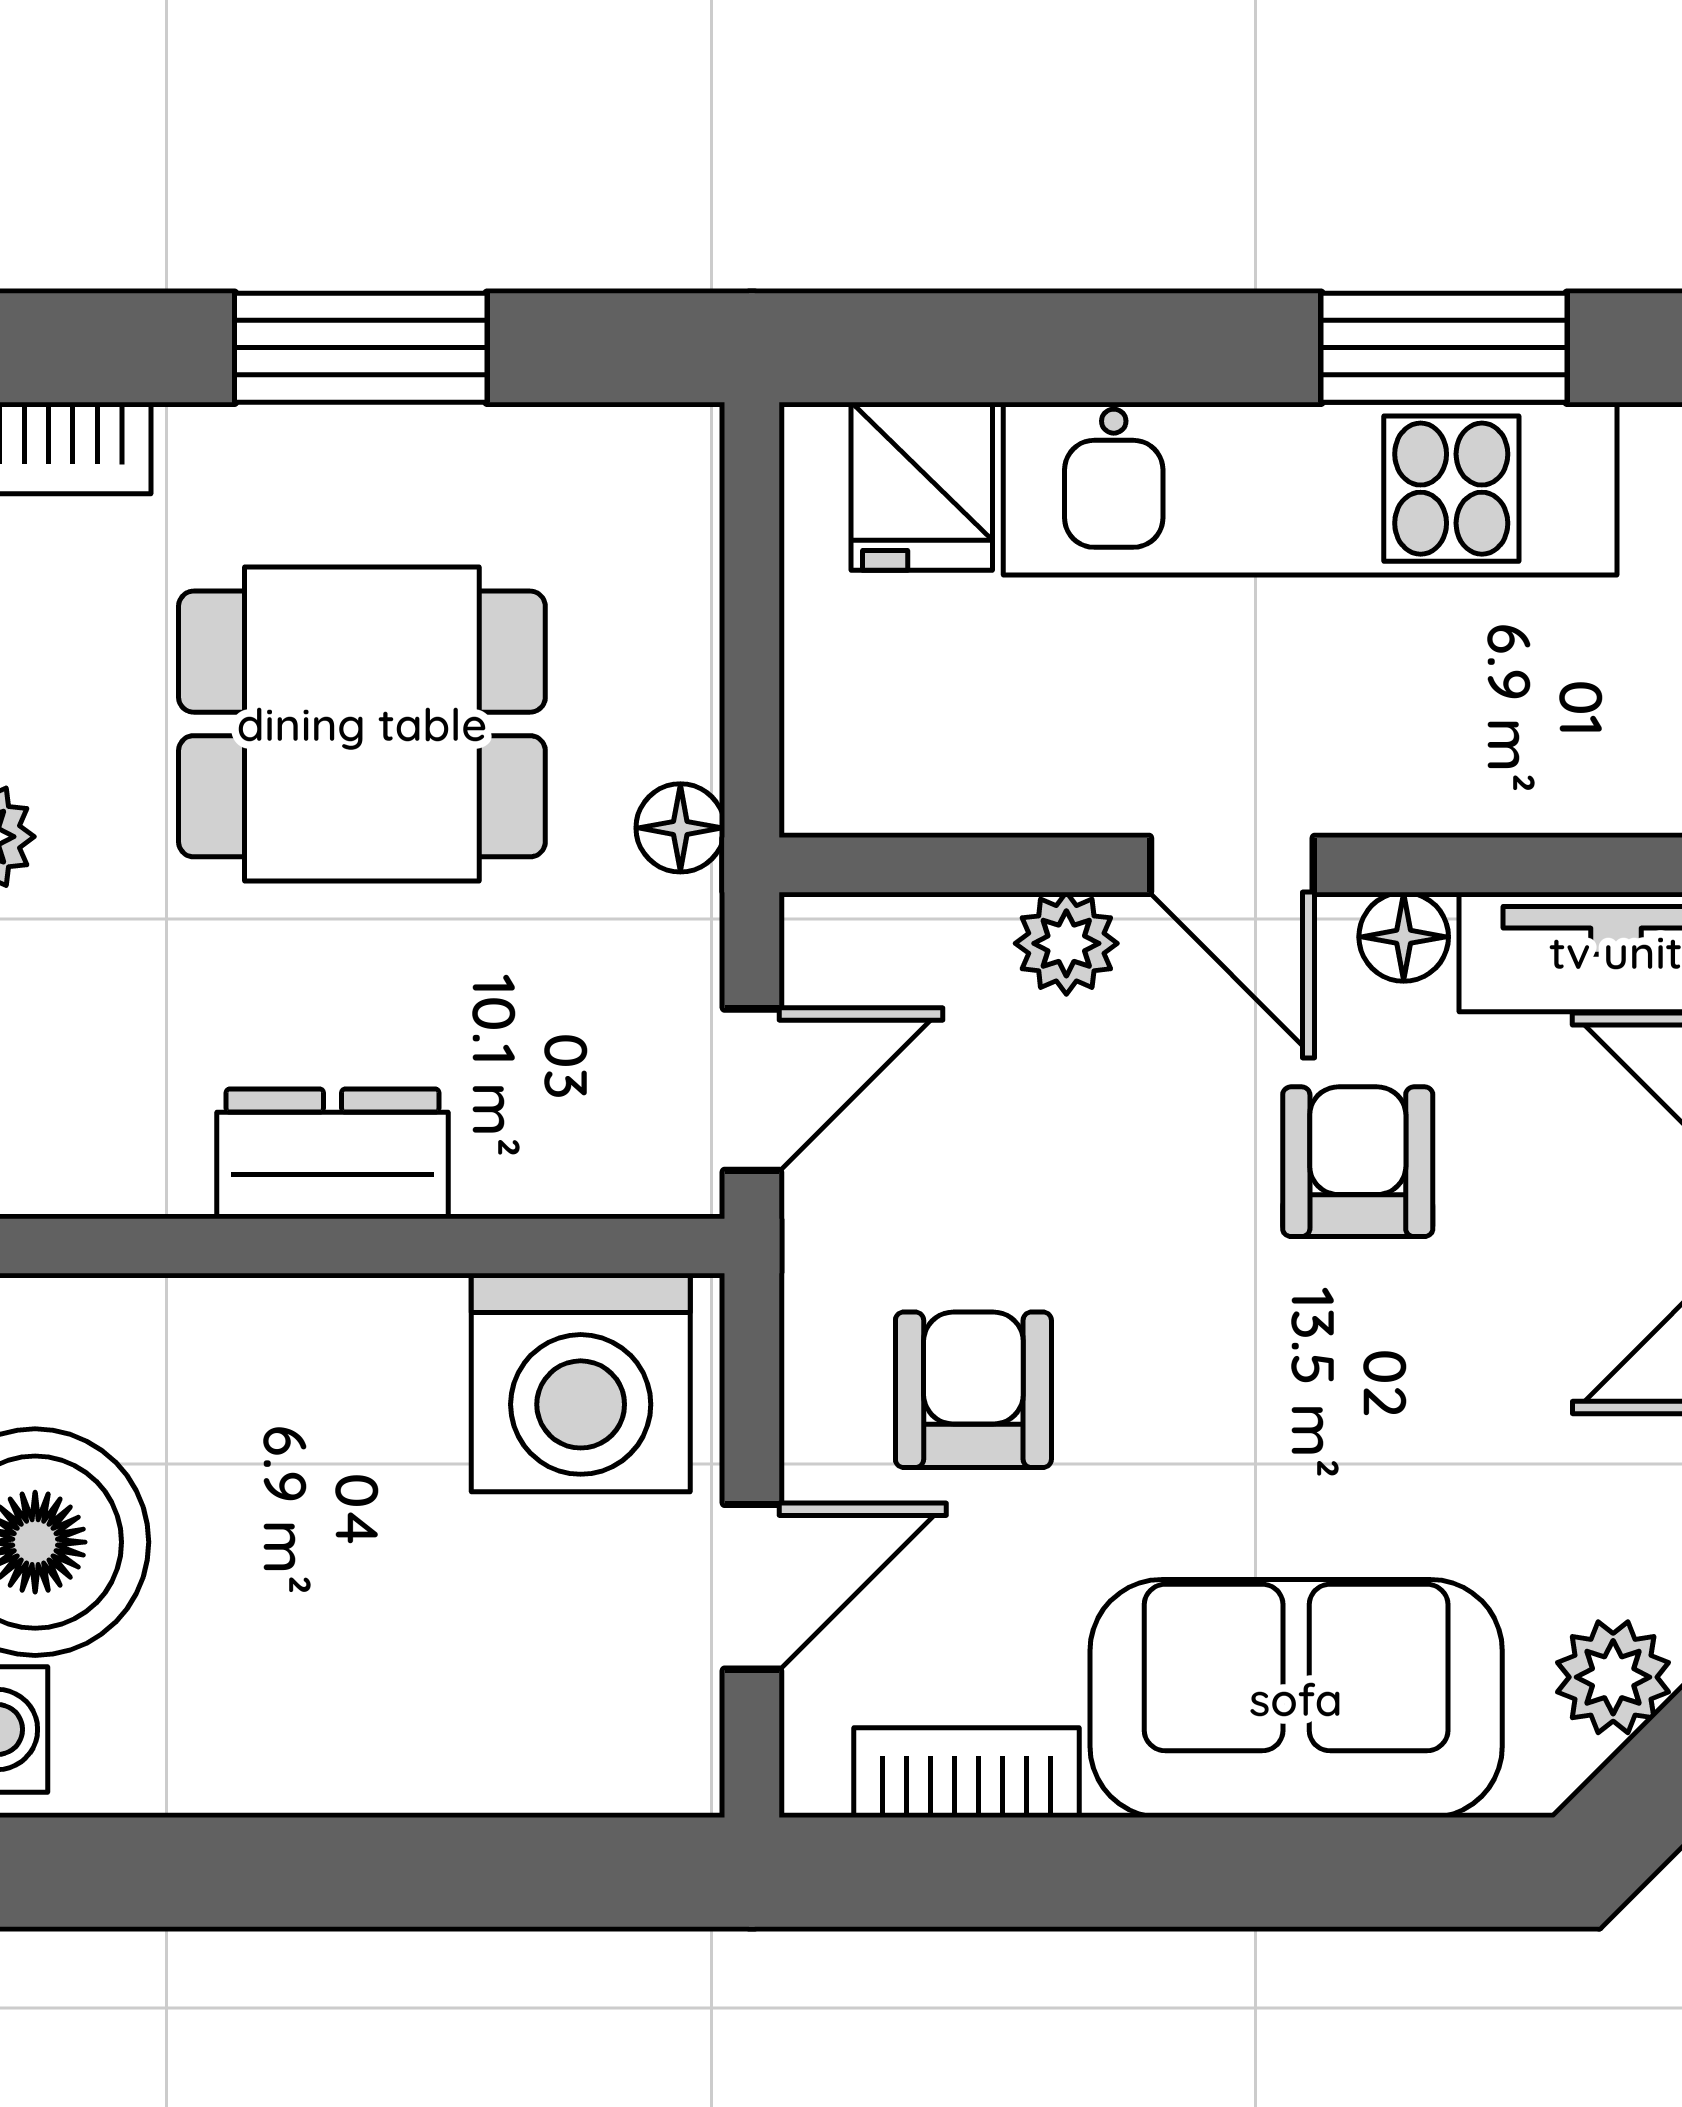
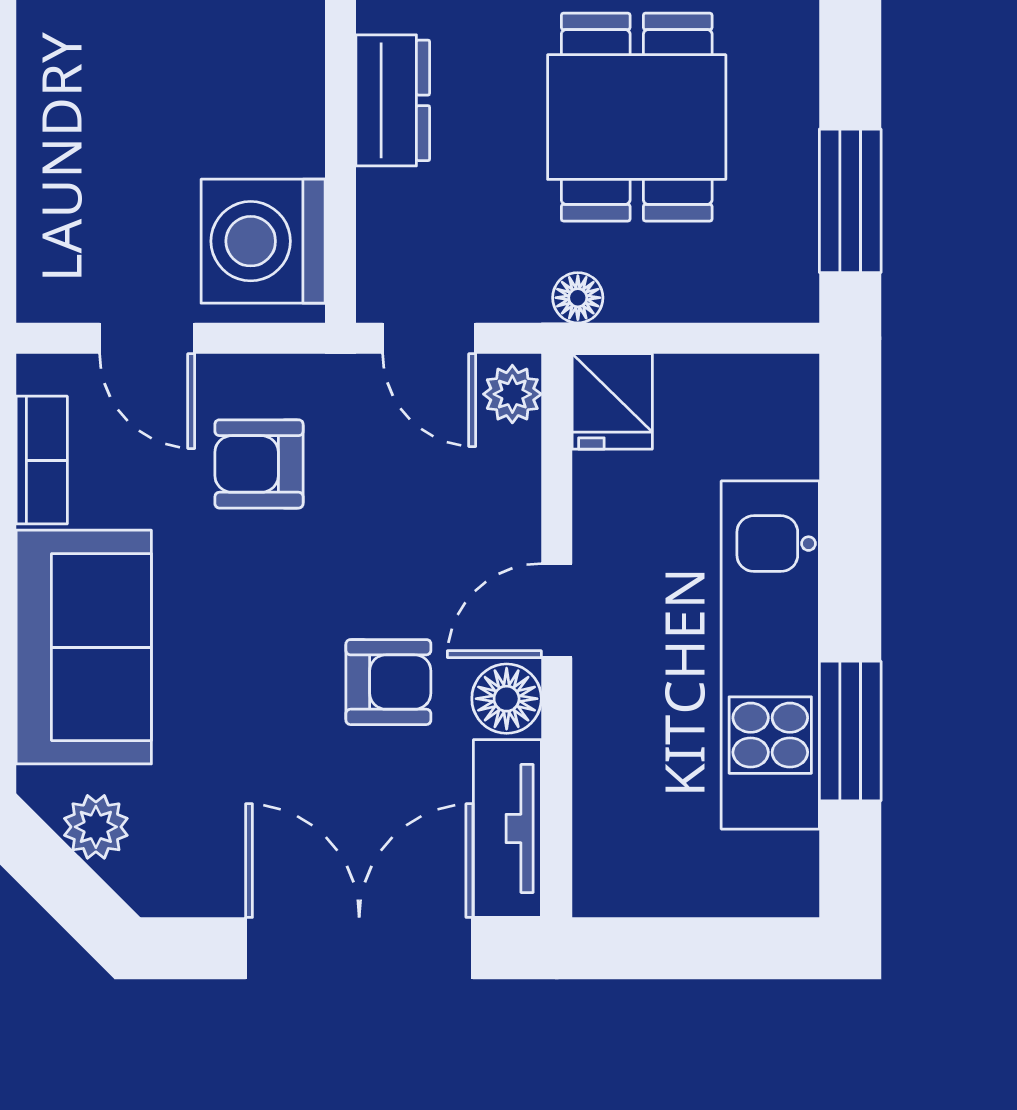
window: (361, 348) -> (850, 201), moved
fridge: (922, 486) -> (612, 401), moved, turned -90
floor lamp: (1404, 937) -> (507, 699), width x1.37, depth x1.37
plant: (1066, 943) -> (512, 394), moved
armchair: (973, 1390) -> (259, 464), turned 180

